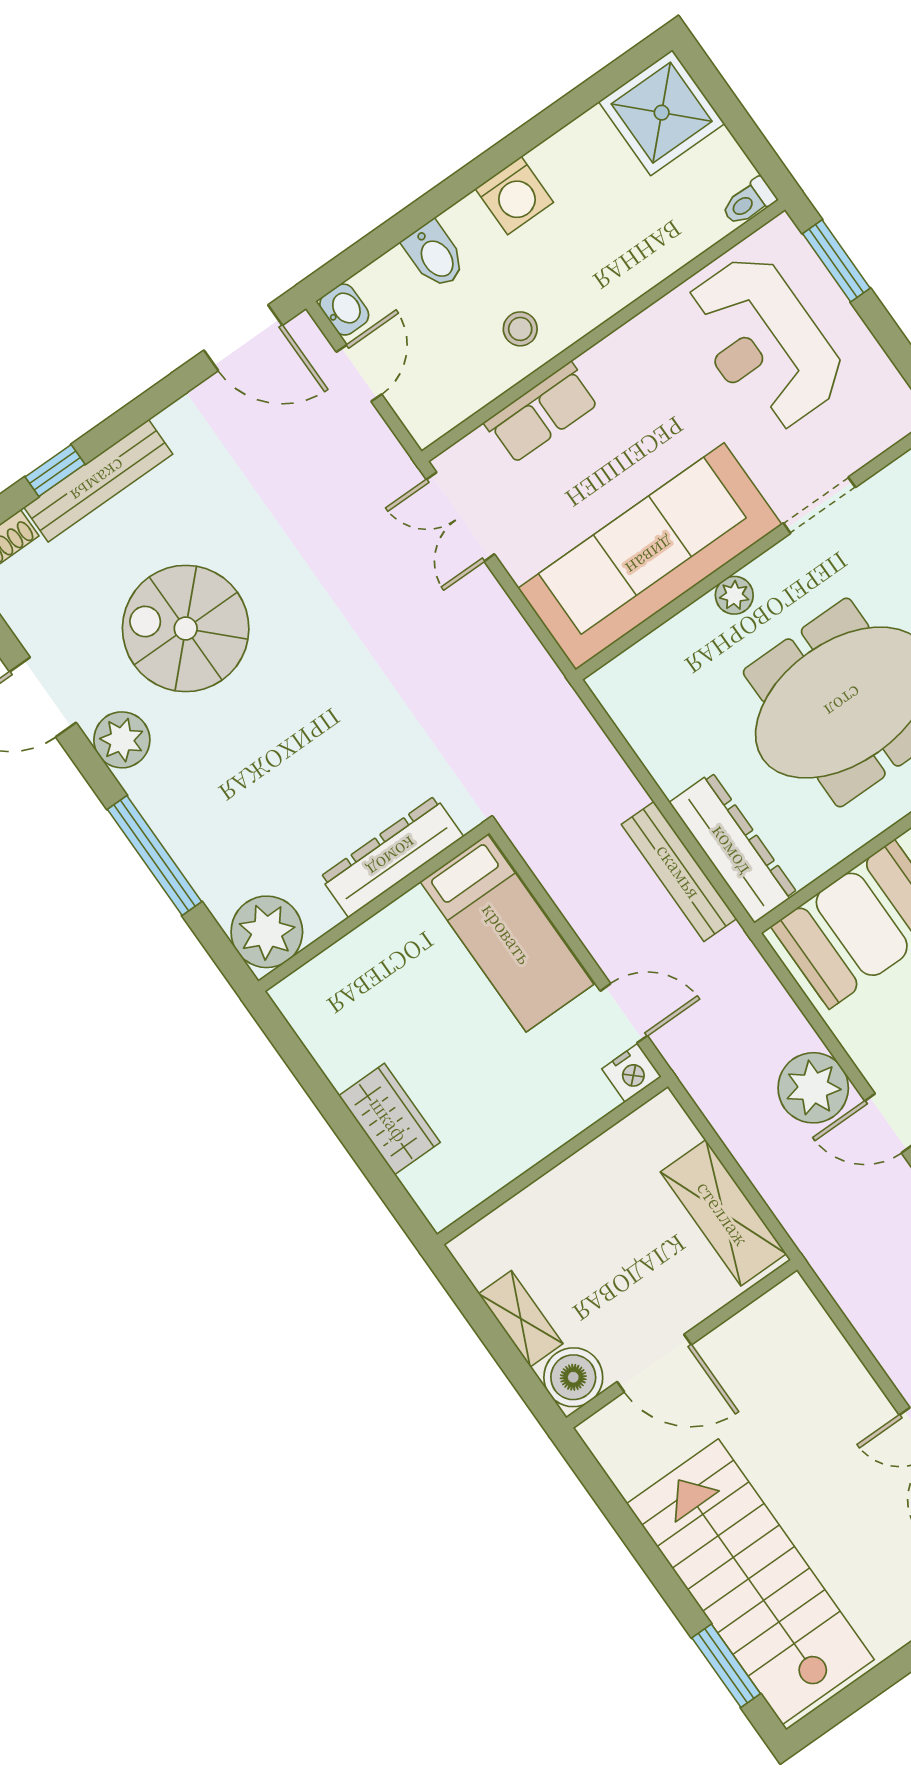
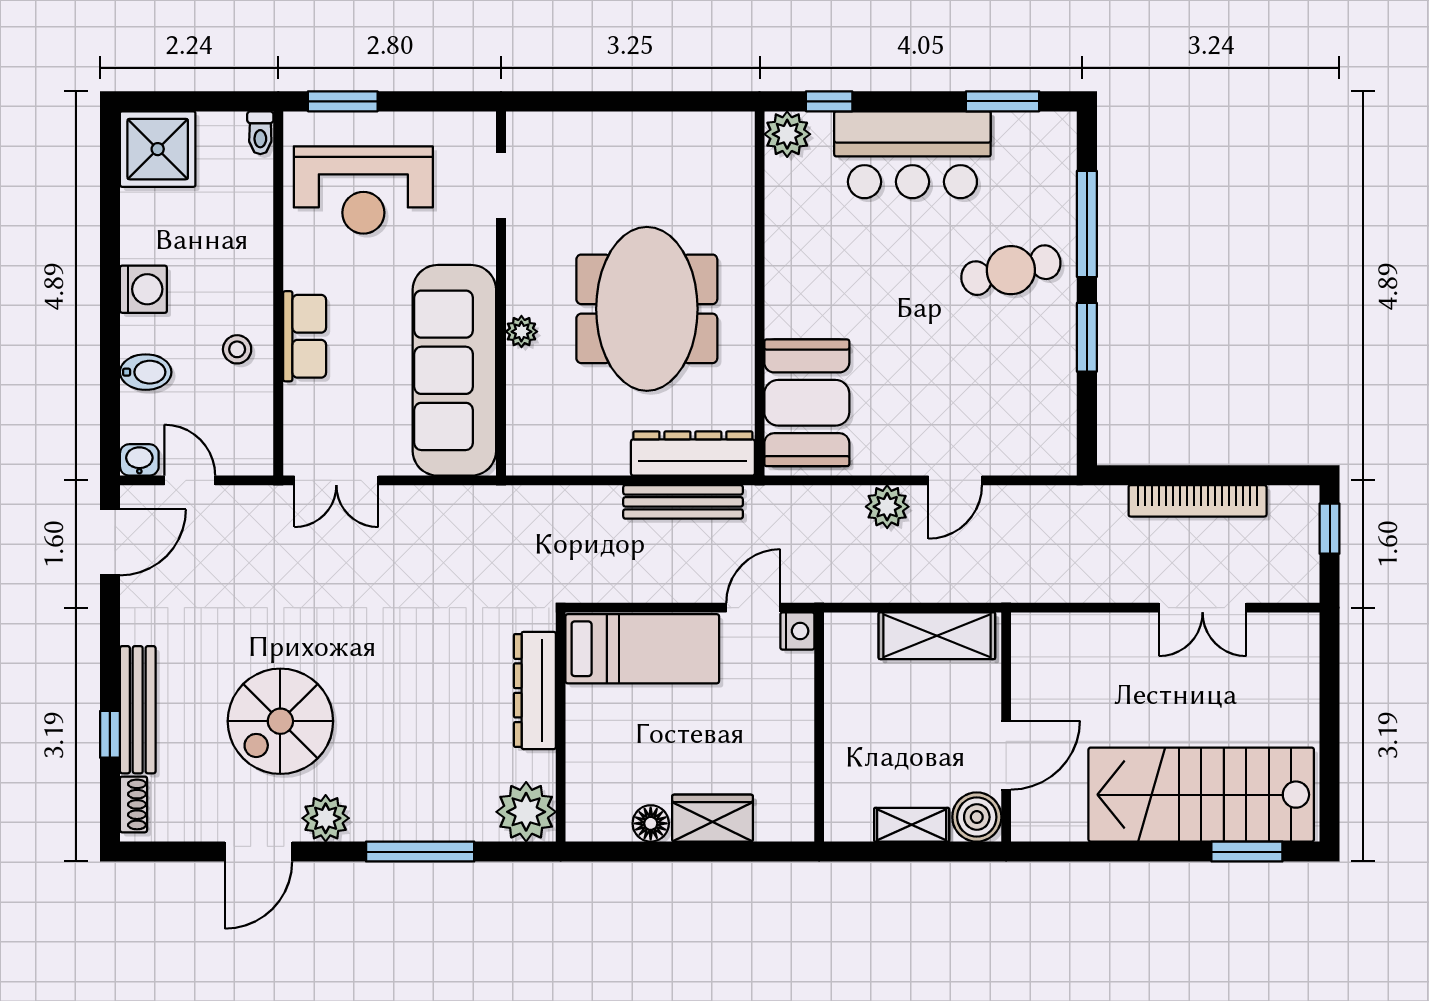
row of seats: (542, 413) -> (305, 336), moved
doorway: (819, 505) -> (501, 186), moved
floor lamp: (342, 1062) -> (651, 823), added
plant: (813, 1088) -> (887, 507), width x0.73, depth x0.73

